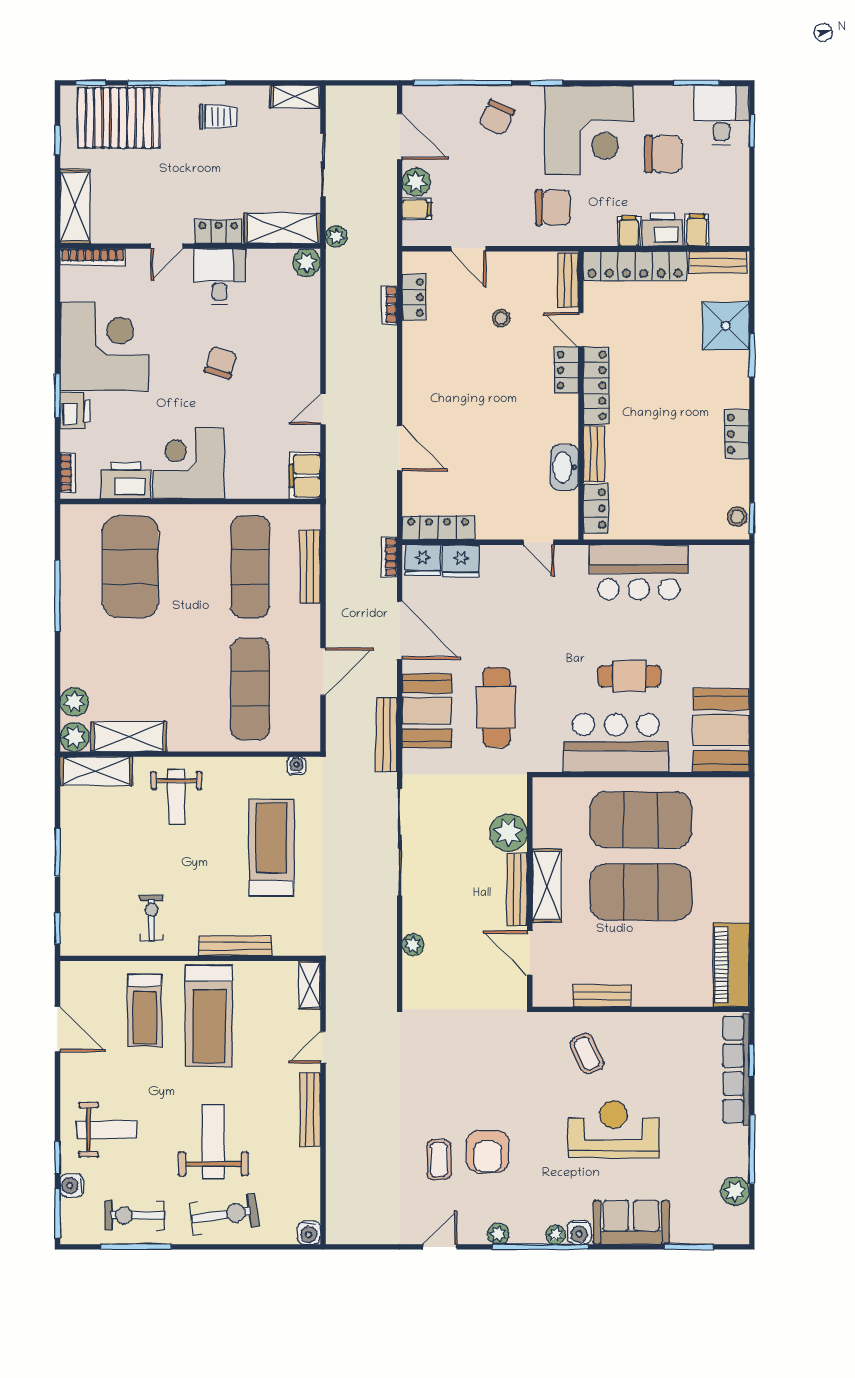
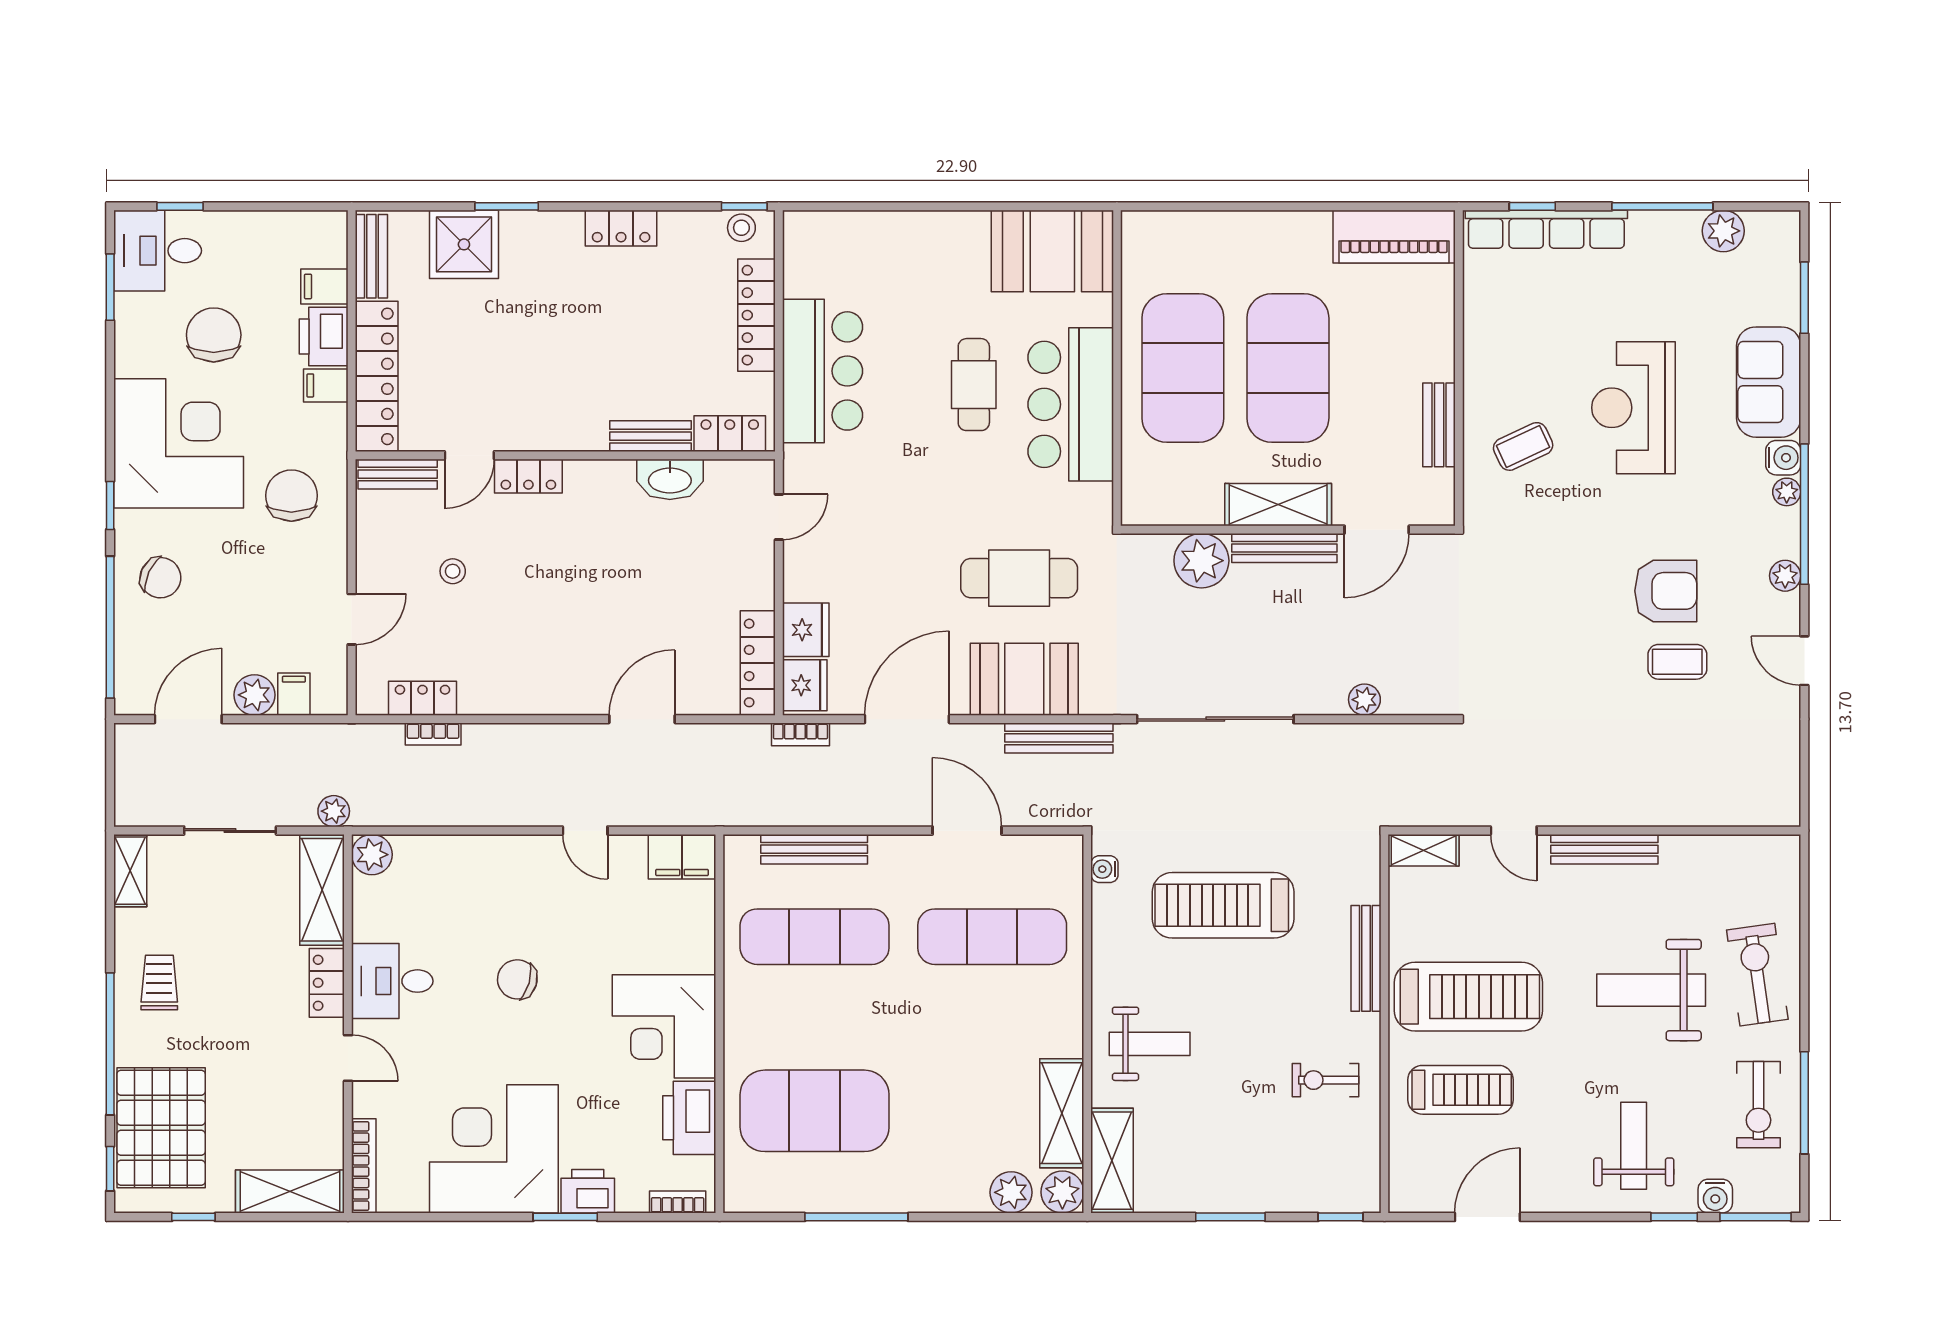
locker: (596, 386) -> (757, 315), moved, turned -90
water cooler: (309, 1233) -> (1784, 851), removed

